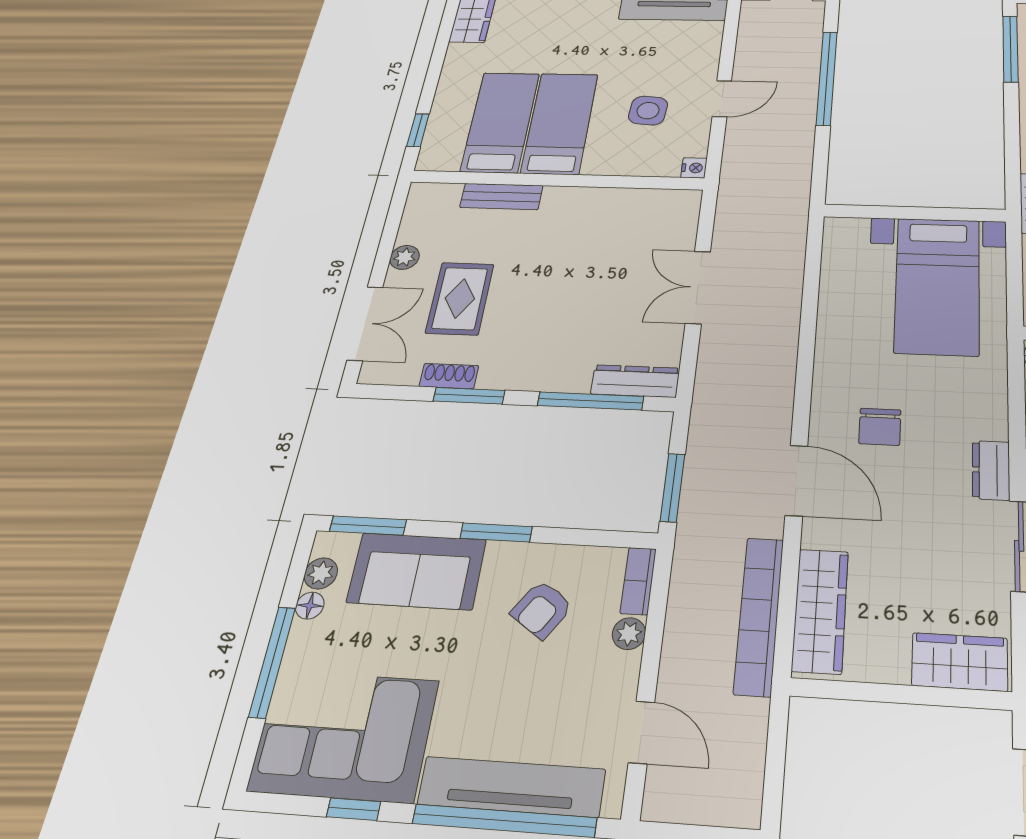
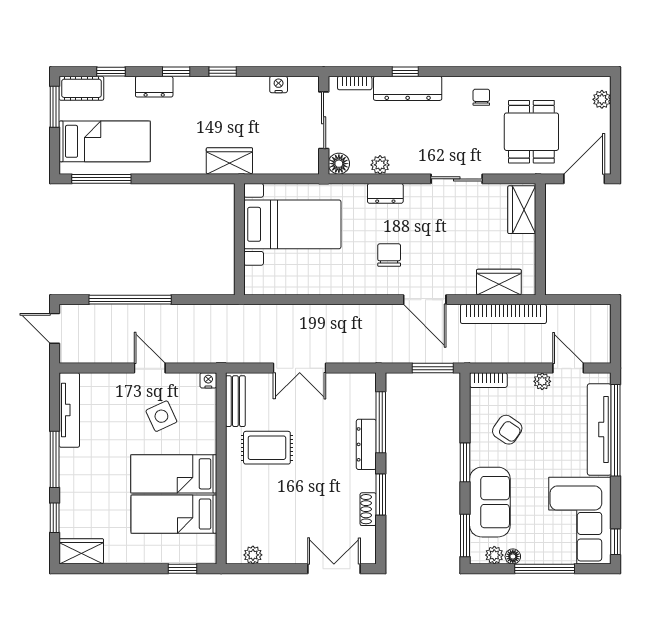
side table: (648, 111) -> (161, 416), turned -30
bench: (501, 197) -> (235, 401), moved
plant: (405, 257) -> (253, 555), moved
rug: (460, 298) -> (267, 448), moved
dresser: (635, 381) -> (366, 444), moved
chair: (880, 427) -> (389, 255), turned -90
dresser: (991, 470) -> (385, 193), moved
door: (796, 480) -> (425, 300), swing flipped
wardrobe: (820, 611) -> (499, 282), width x0.67
plant: (629, 634) -> (542, 381), moved
door: (641, 732) -> (568, 368), hinge flipped
window: (354, 809) -> (616, 542), moved

